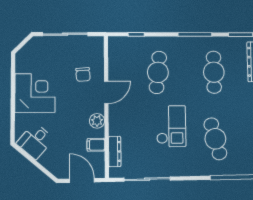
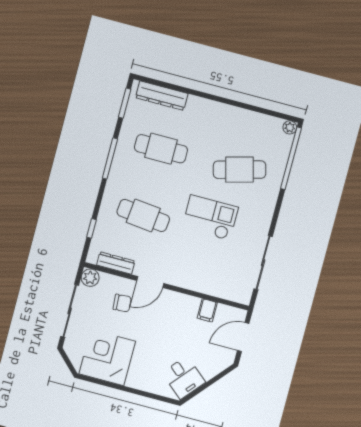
door: (106, 92) -> (150, 282), swing flipped
corner desk: (35, 93) -> (107, 357), moved
plant: (97, 121) -> (90, 278), moved
dresser: (115, 152) -> (116, 263), moved

